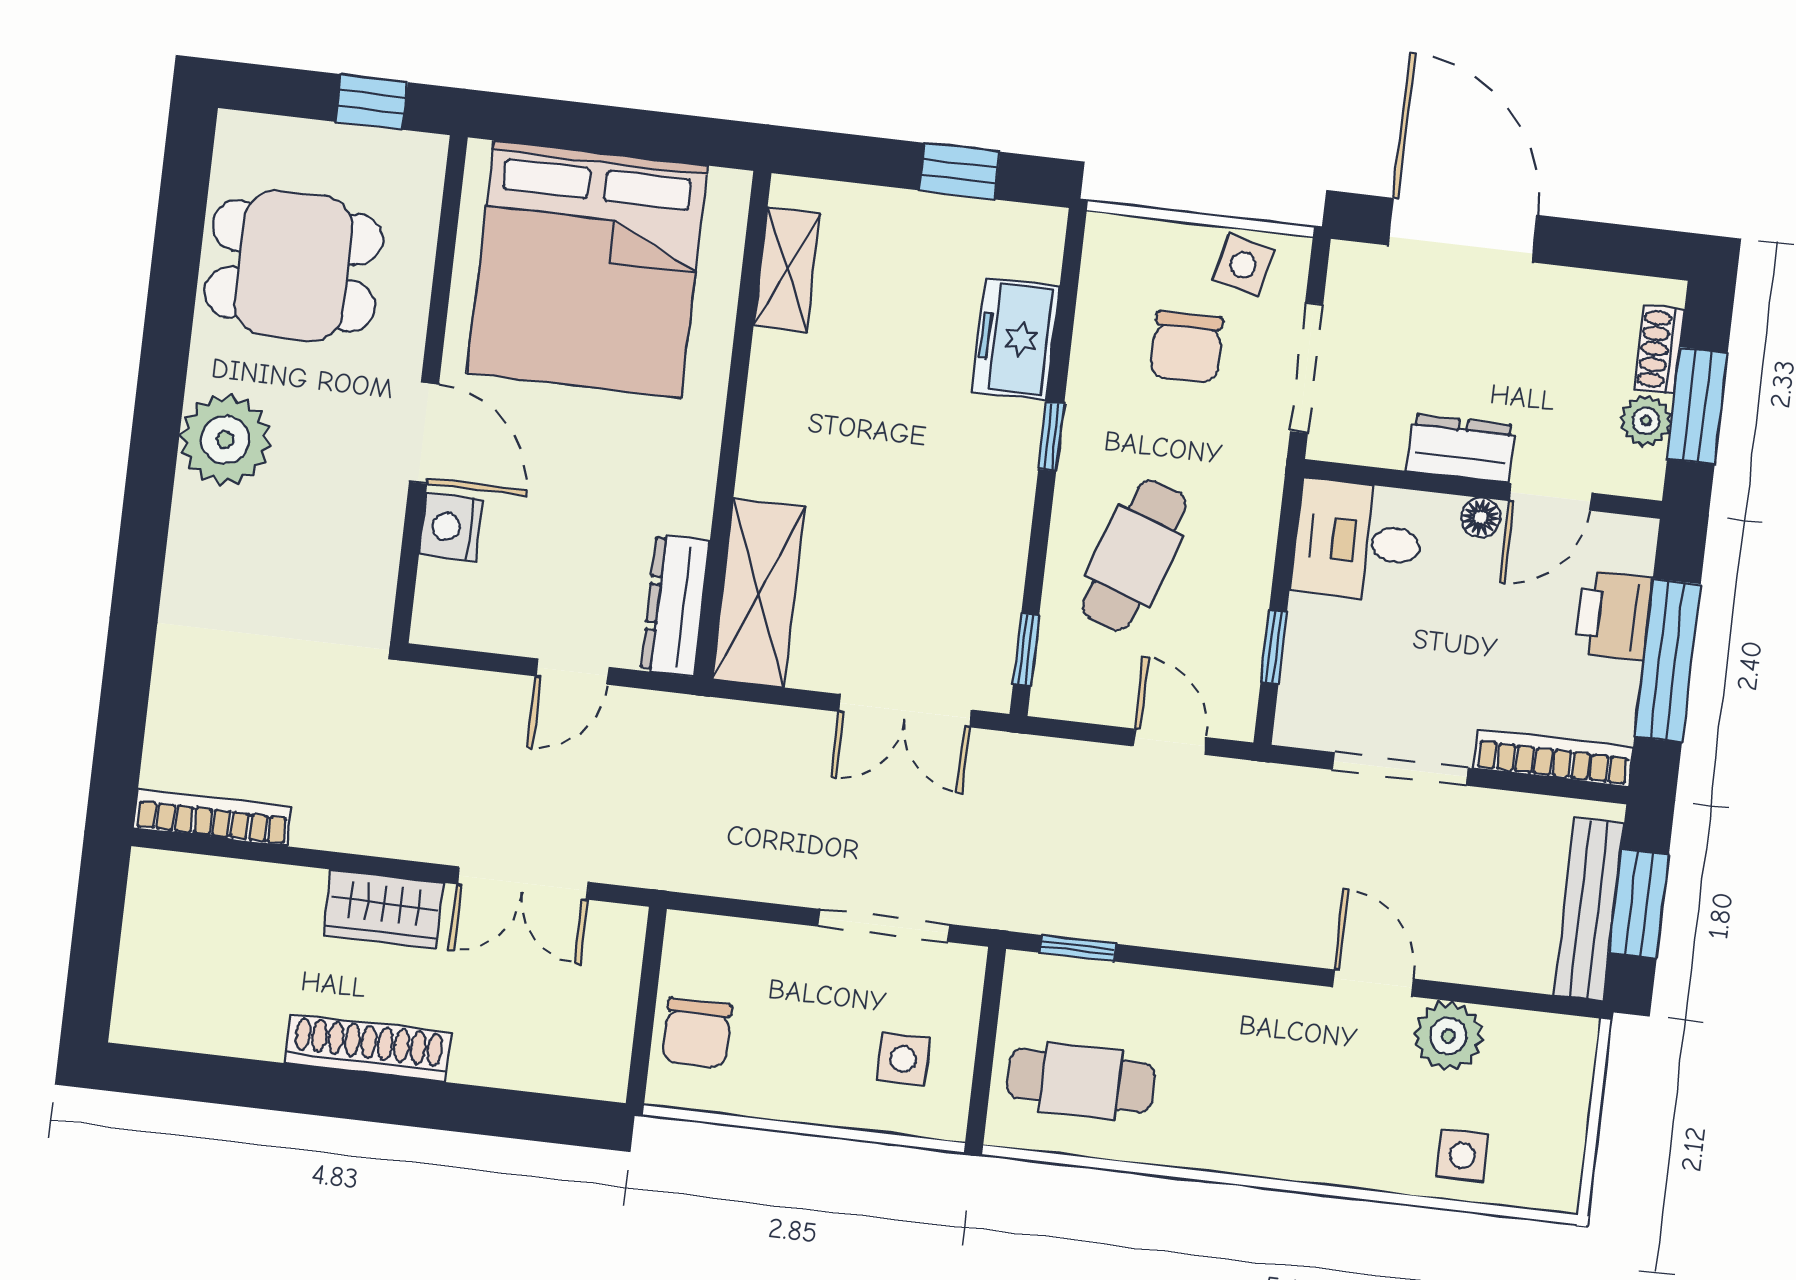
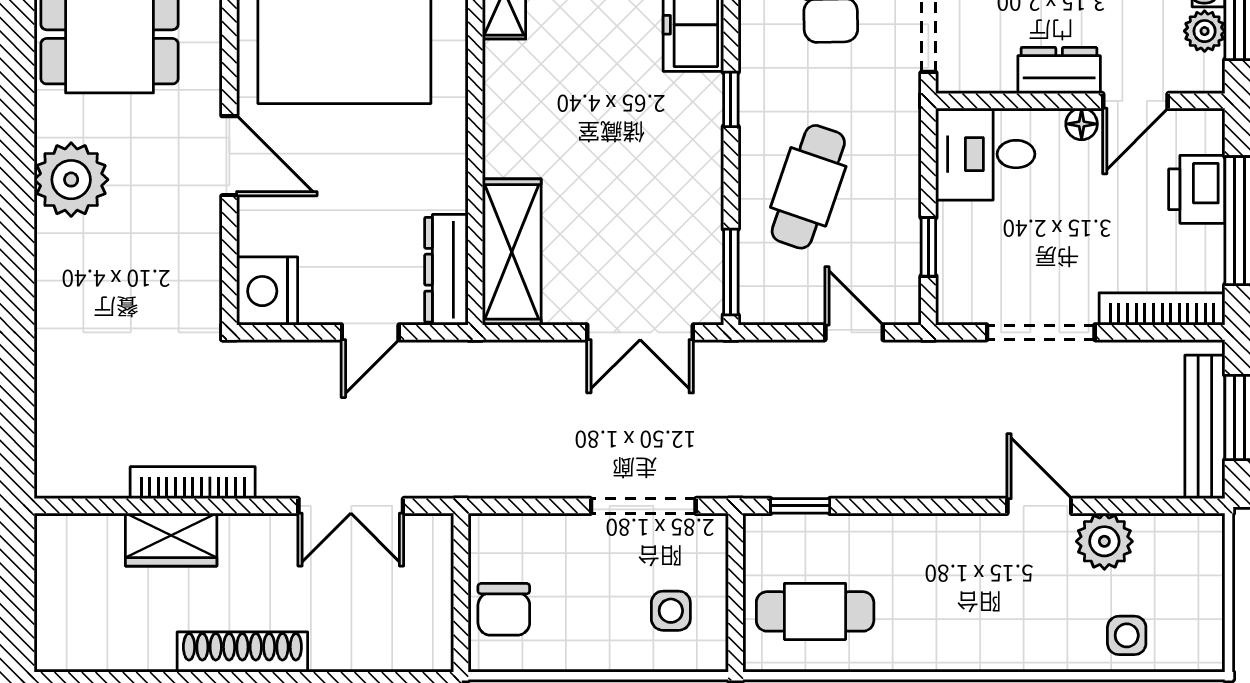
nightstand: (451, 527) -> (267, 291), moved, width x1.36, depth x1.33
window: (1026, 649) -> (731, 272), width x1.50
bookcase: (213, 818) -> (193, 483), moved
wardrobe: (384, 909) -> (171, 540), moved

